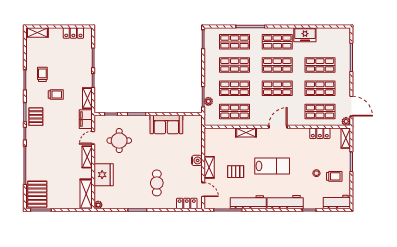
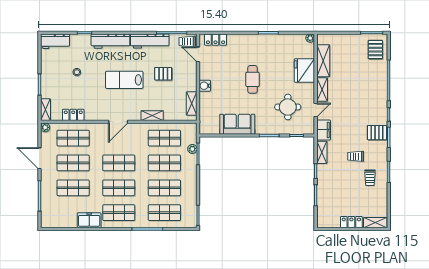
locker: (73, 33) -> (351, 222), moved
door: (351, 106) -> (39, 158), moved
pallet: (36, 117) -> (377, 133), turned 90
shelving: (209, 167) -> (192, 104), moved
trolley: (334, 176) -> (187, 41), moved
cafe table: (157, 183) -> (253, 79), moved
pallet: (37, 194) -> (375, 50), width x0.67, depth x0.71
shelving: (86, 194) -> (323, 61), moved

